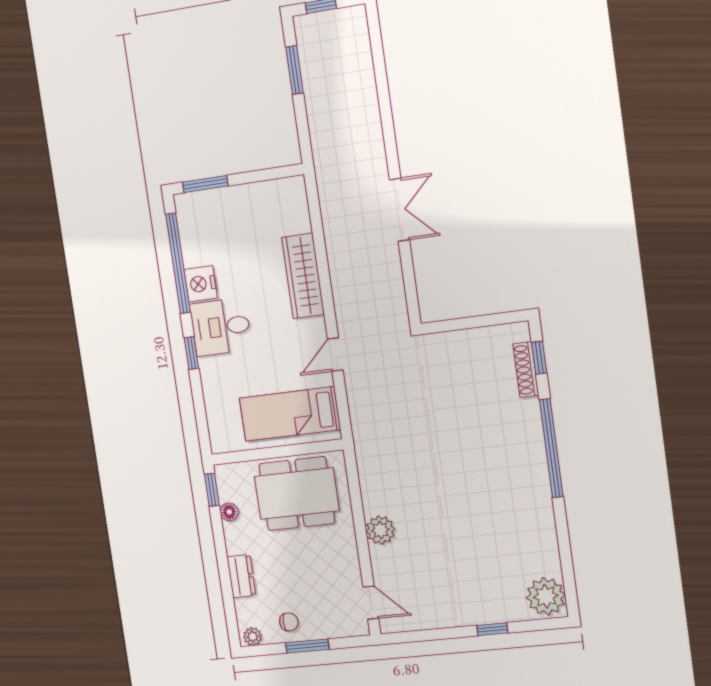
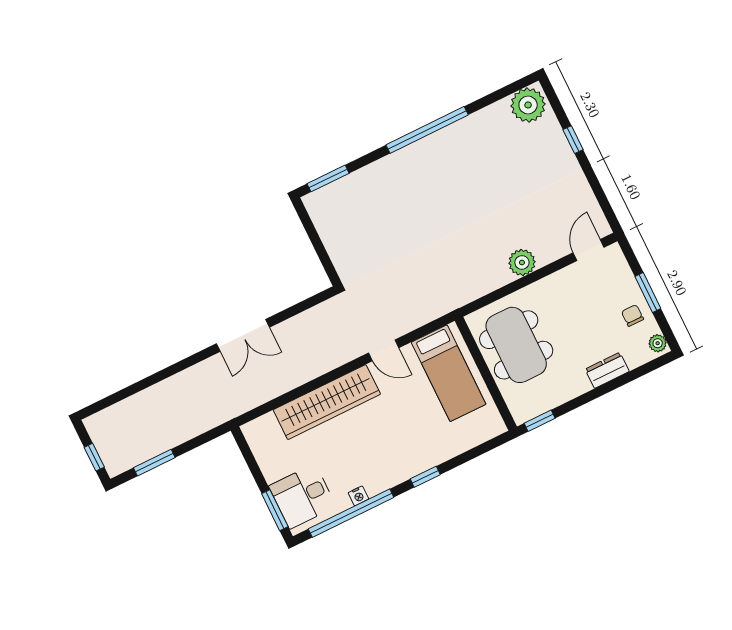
double door: (400, 210) -> (243, 335), swing flipped
wardrobe: (303, 276) -> (327, 402), width x1.40, depth x1.17
nightstand: (201, 284) -> (358, 496), width x0.53, depth x0.56
desk: (221, 327) -> (302, 496), moved, turned 90
window: (539, 358) -> (328, 178), width x1.50
shoe rack: (526, 370) -> (342, 186), removed
window: (551, 448) -> (427, 130), moved
floor lamp: (229, 512) -> (554, 399), removed

